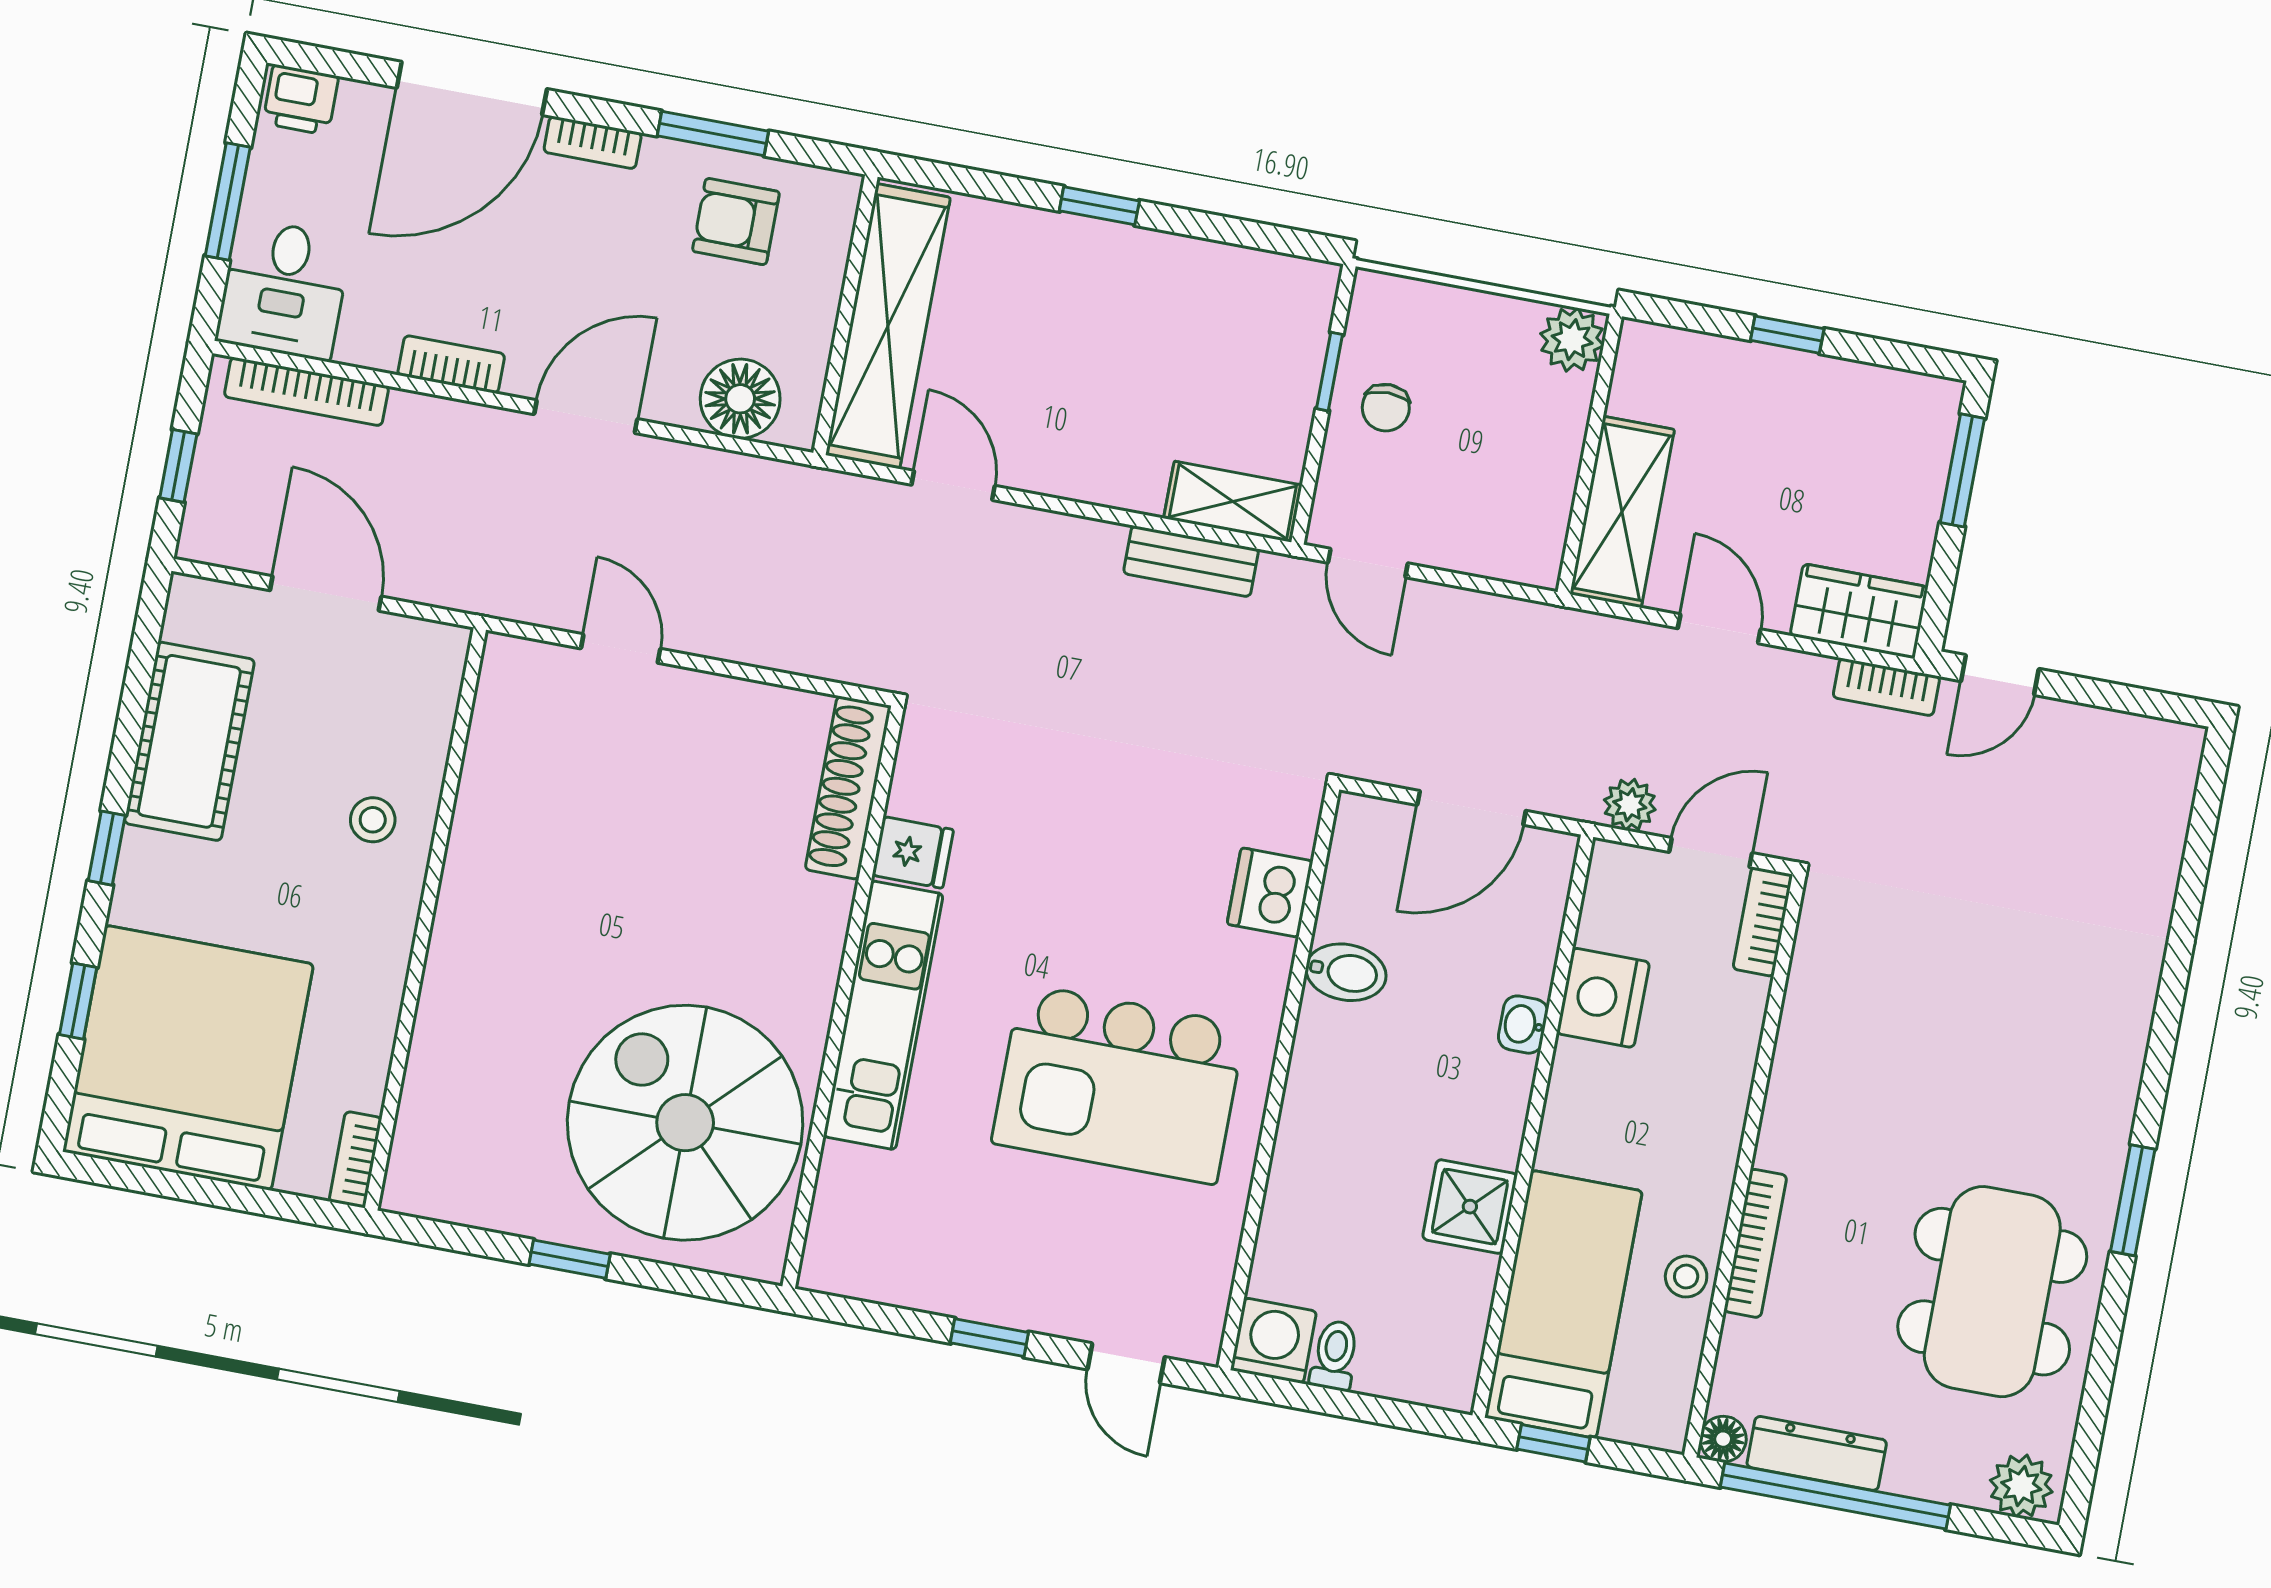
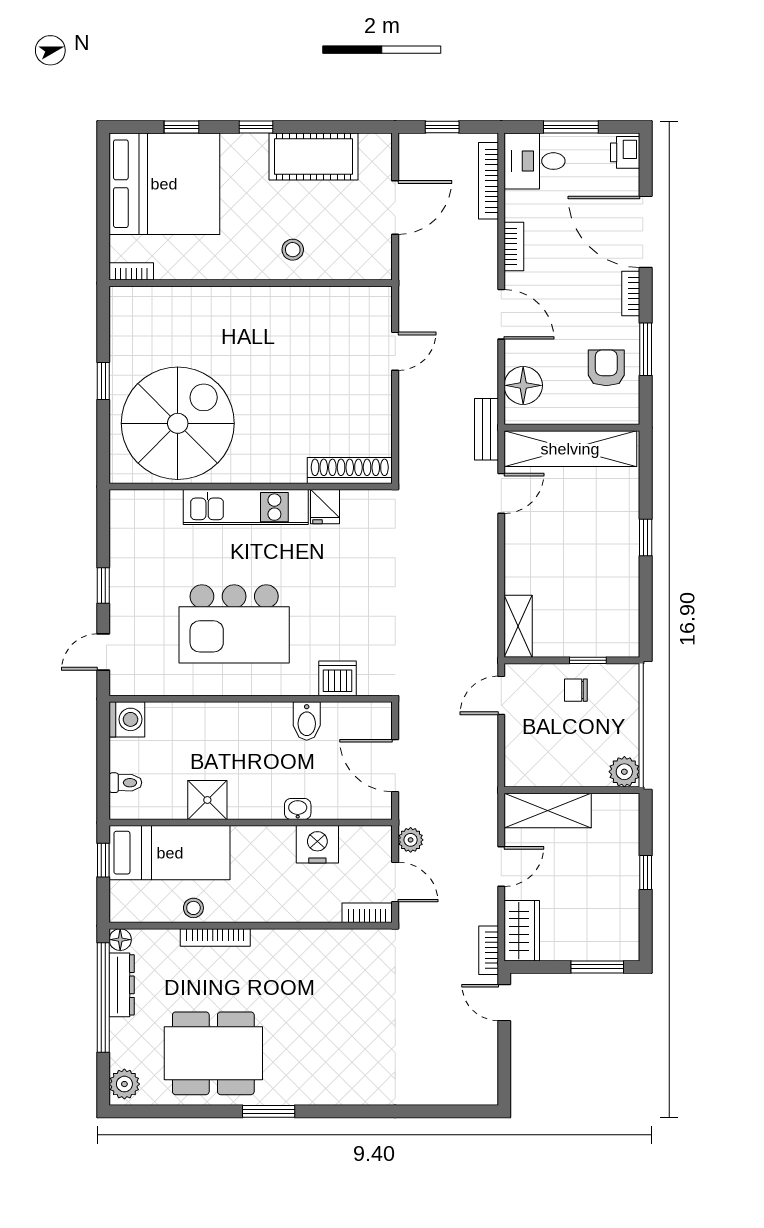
bench: (1191, 561) -> (486, 429), moved
kitchen island: (1118, 1084) -> (234, 624), turned -90
toilet: (1335, 1355) -> (125, 783), moved

